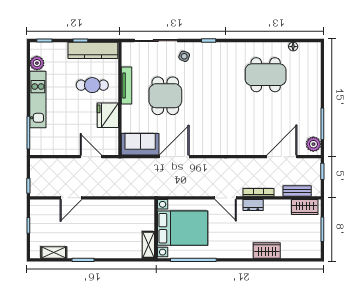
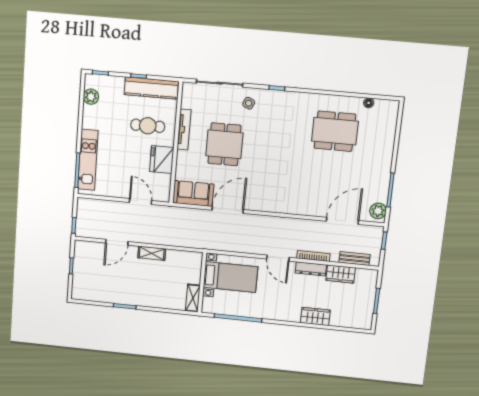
kitchen unit: (38, 100) -> (88, 160), moved
dresser: (253, 205) -> (311, 269), width x1.44
wardrobe: (305, 207) -> (341, 274), moved
bed with nightstands: (183, 228) -> (230, 277), width x0.73
shelving: (54, 252) -> (152, 253), moved

